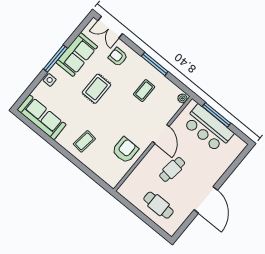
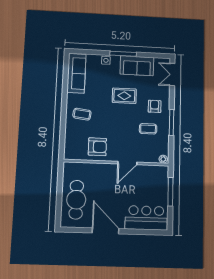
armchair: (118, 57) -> (155, 106), moved
bar counter: (208, 128) -> (146, 218), moved, turned 90
cafe table: (172, 169) -> (109, 190), removed
door: (206, 200) -> (106, 231), swing flipped
cafe table: (159, 205) -> (76, 200), width x1.37, depth x1.35

